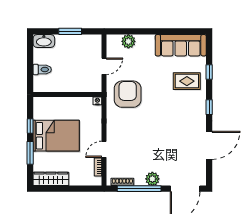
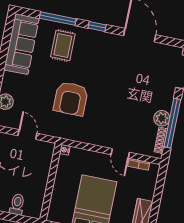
window: (209, 72) -> (58, 19), width x2.17
armchair: (128, 94) -> (71, 99), moved, turned -90
plant: (152, 179) -> (162, 118), moved

